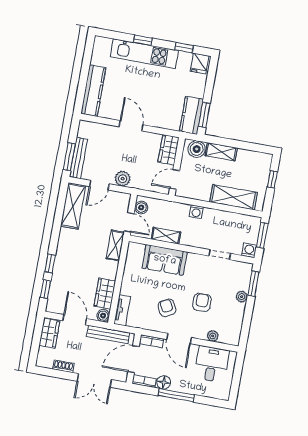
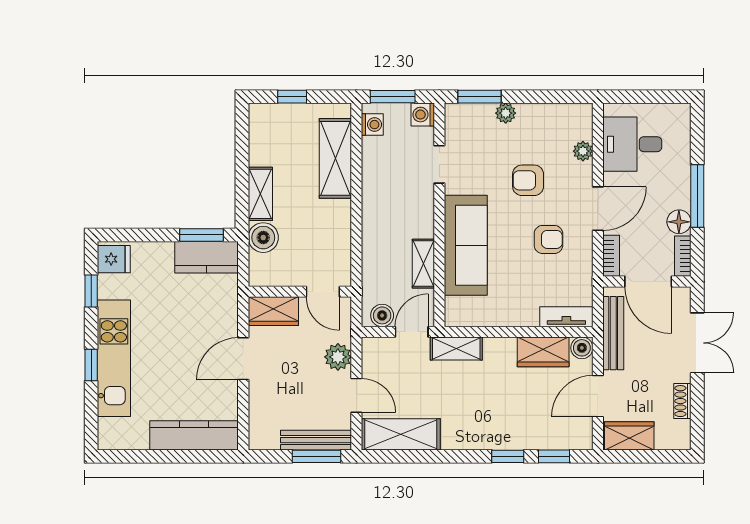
wardrobe: (169, 150) -> (273, 311), moved
wall: (177, 167) -> (300, 292), moved
door: (175, 179) -> (323, 292), moved
washing machine: (196, 212) -> (372, 125), moved
sofa: (165, 260) -> (466, 245), width x1.36
armchair: (167, 308) -> (548, 239), turned -153

